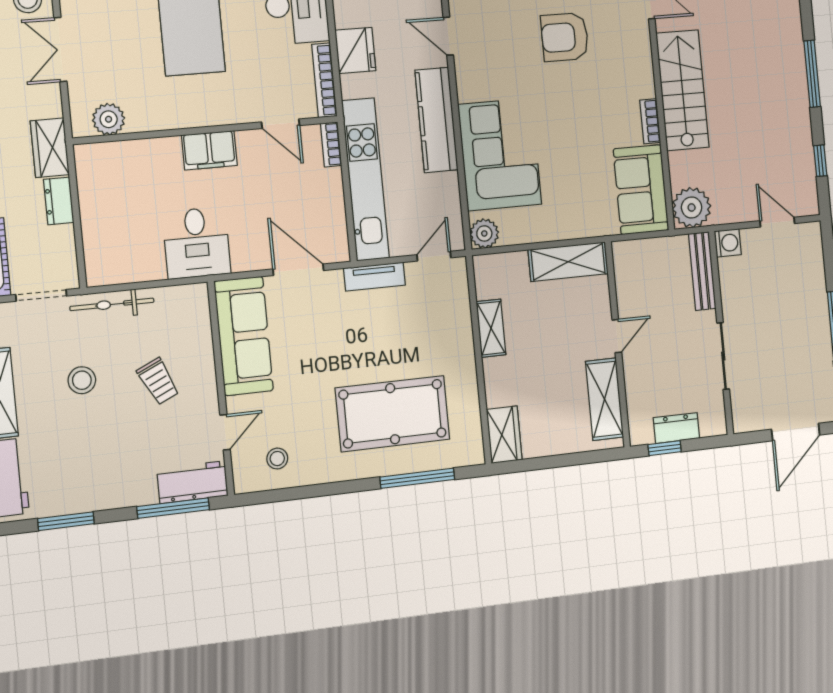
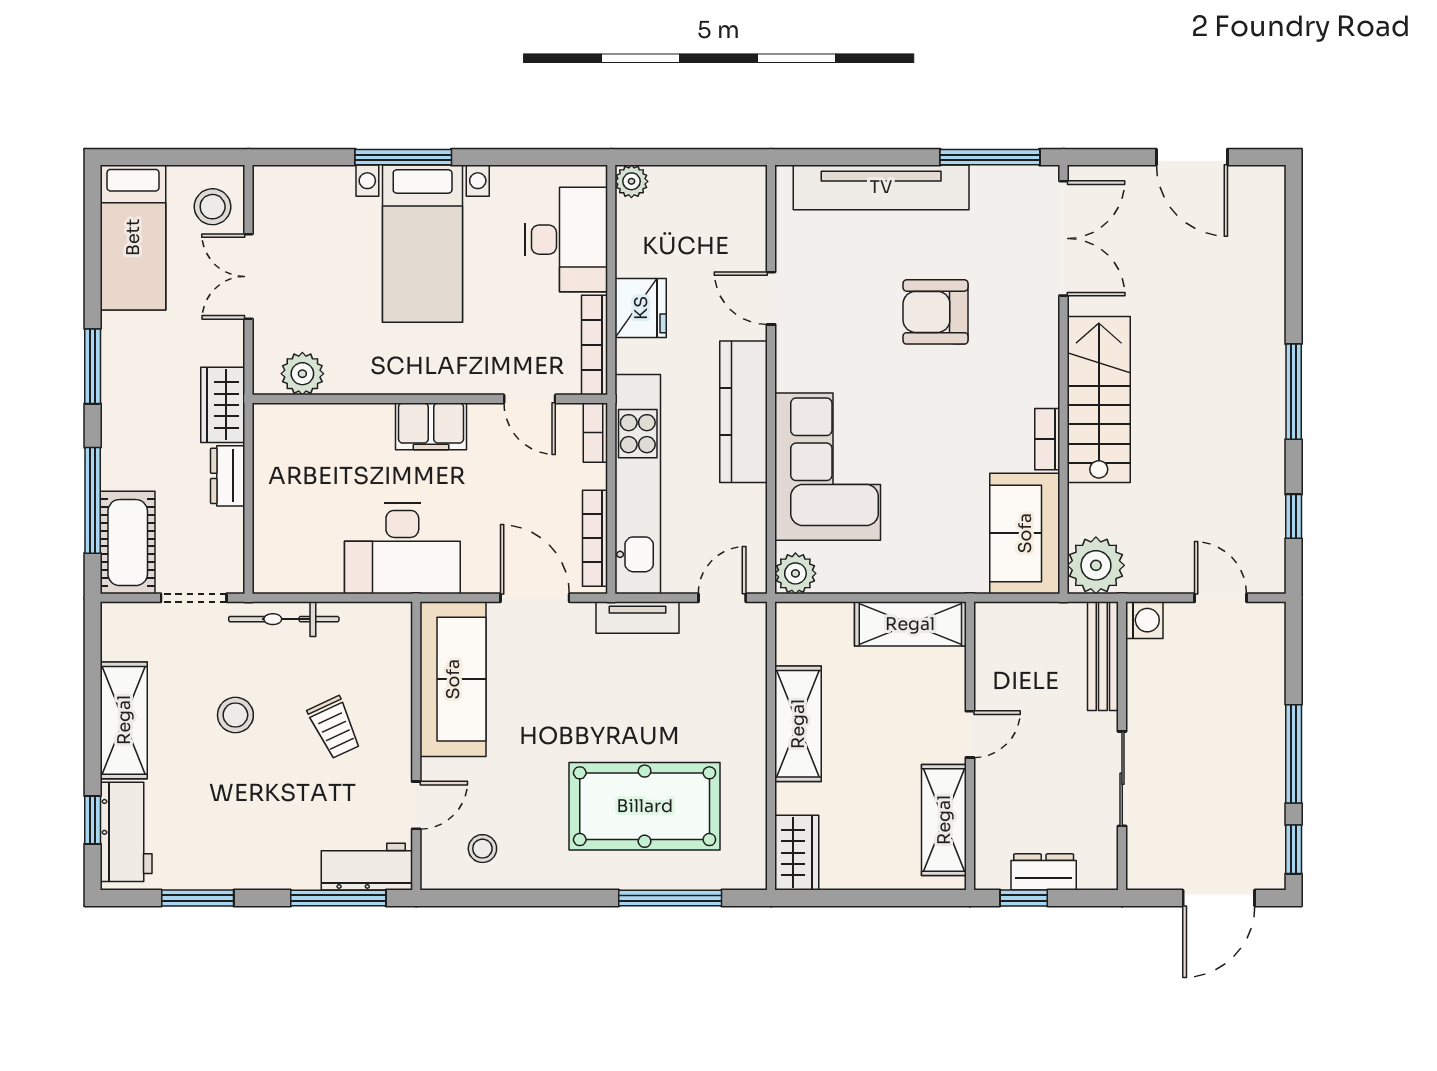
bookcase: (338, 222) -> (595, 538), added
desk: (197, 243) -> (402, 548), width x1.37
shelving: (491, 328) -> (798, 724), width x1.50, depth x1.33

